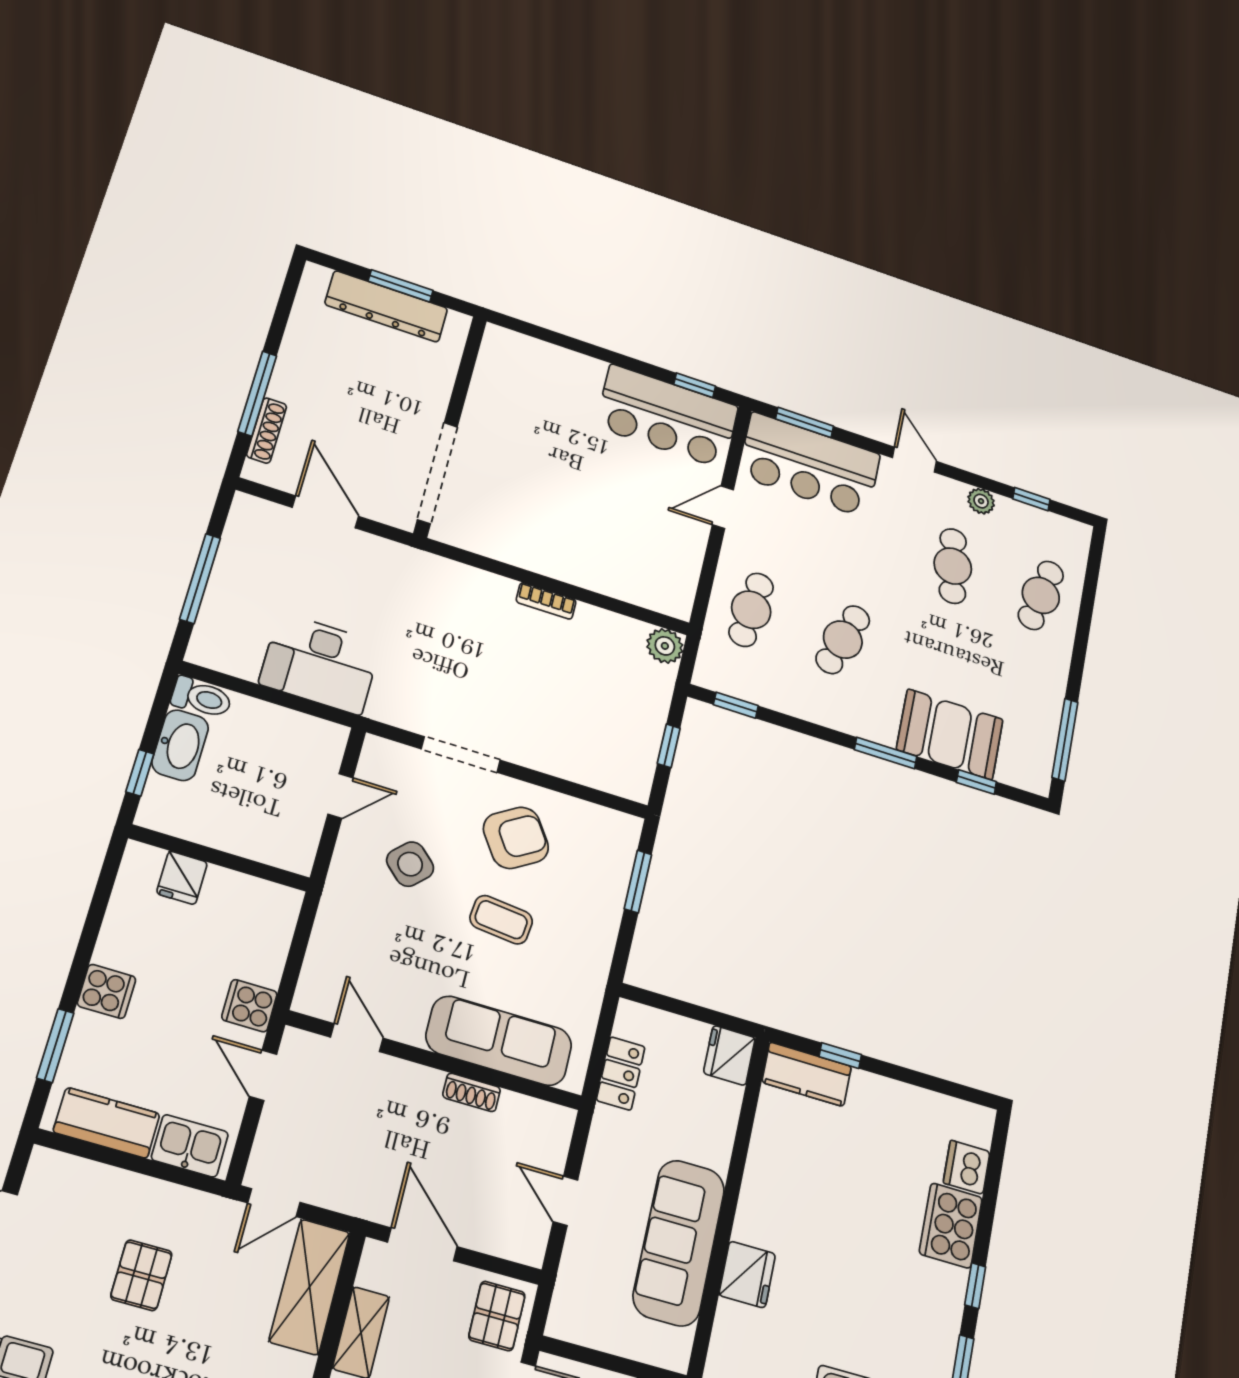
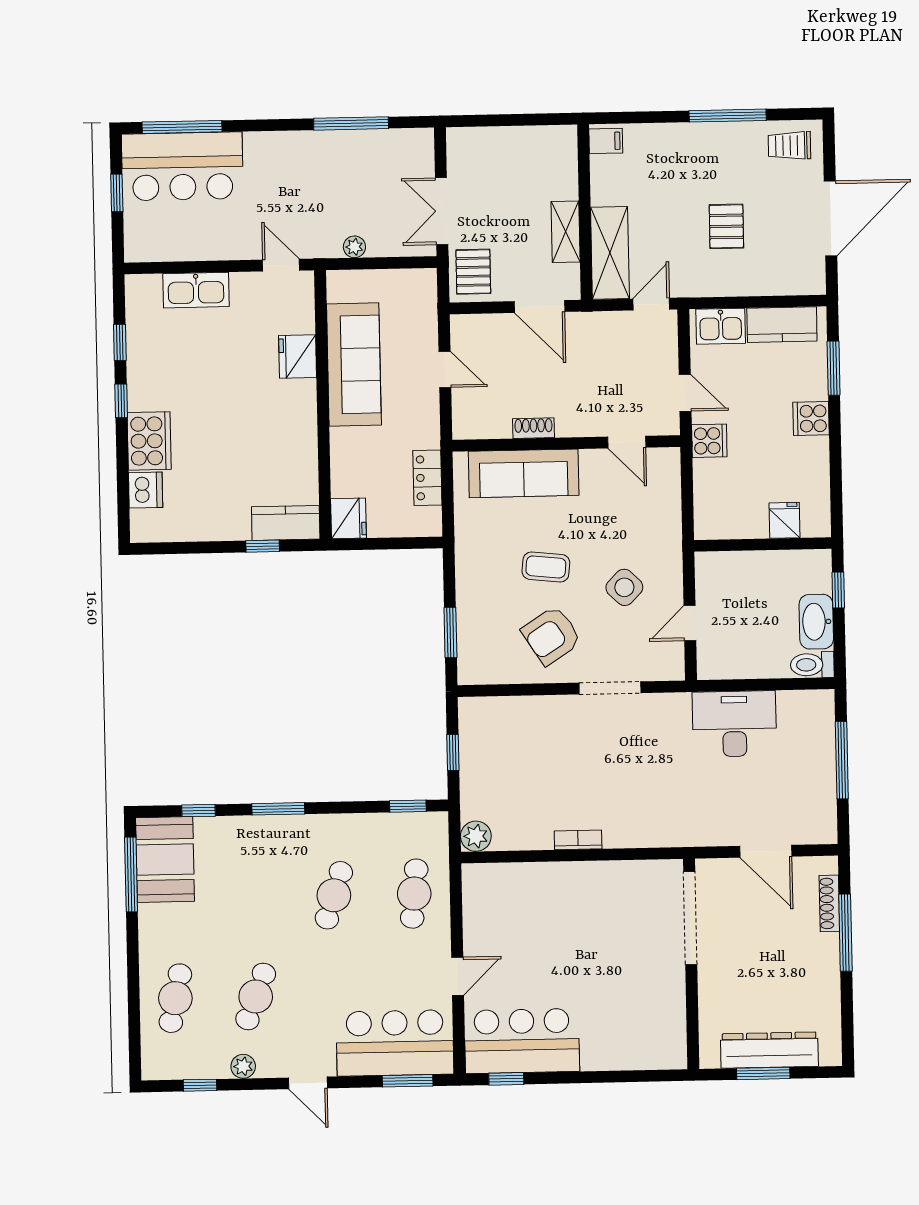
cafe table: (953, 566) -> (256, 996), turned 30
booth: (950, 734) -> (165, 859), moved, turned 90

